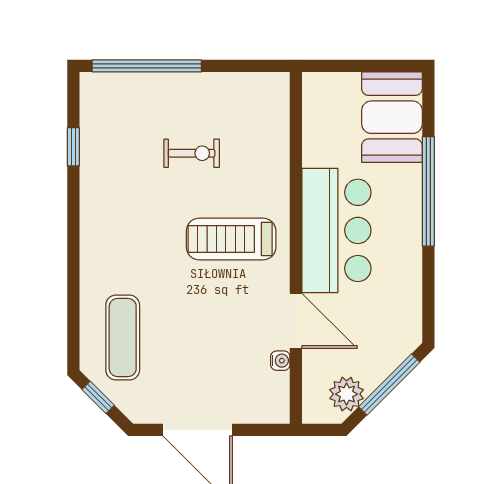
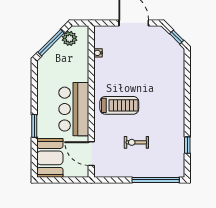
window: (428, 191) -> (34, 126), width x0.47
door: (296, 321) -> (91, 154), moved
exercise mat: (123, 337) -> (166, 63), removed

